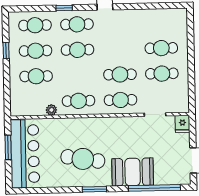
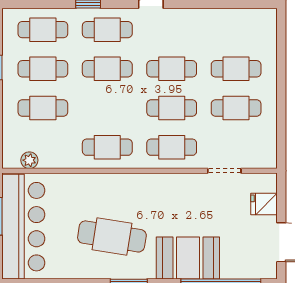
cafe table: (119, 49) -> (172, 69), added
plant: (51, 110) -> (29, 160), moved
fridge: (182, 124) -> (264, 204), moved, turned 90

